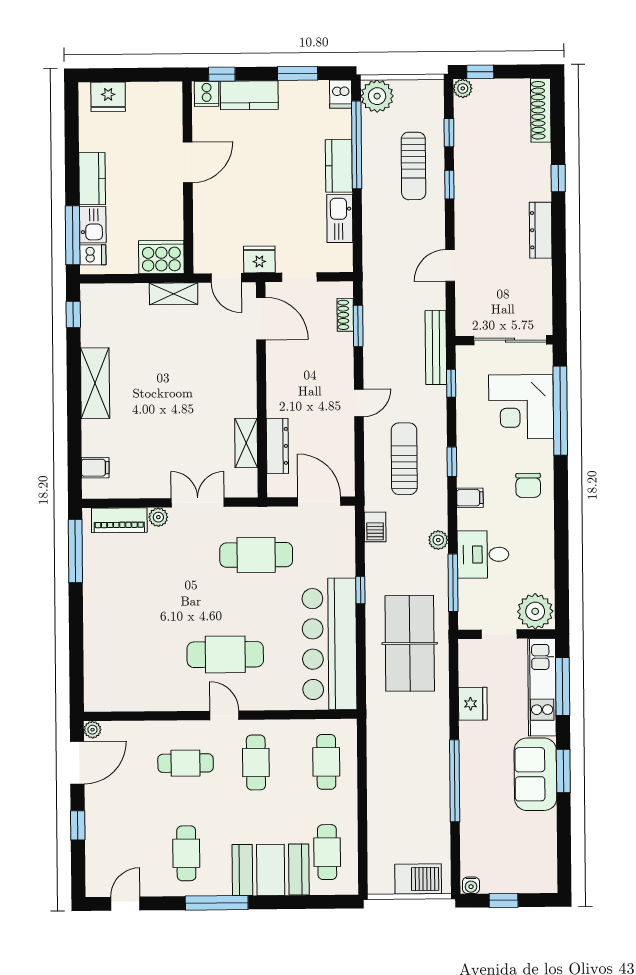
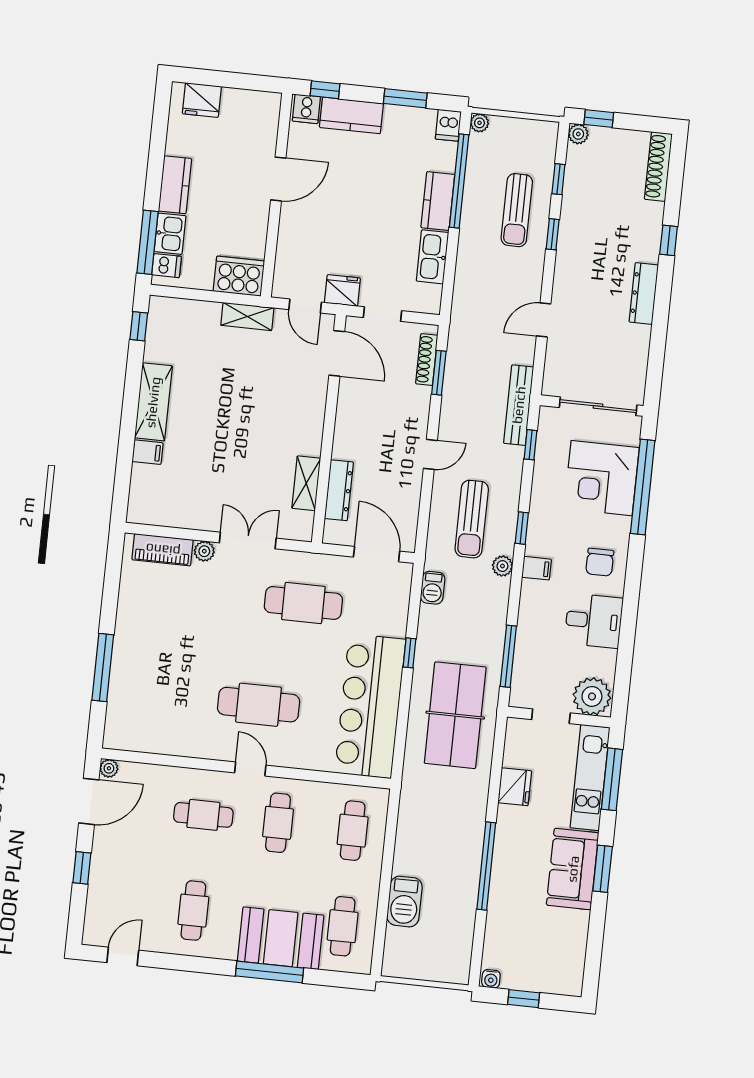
plant: (377, 96) -> (479, 123), width x0.53, depth x0.53
shoe rack: (345, 315) -> (427, 360), width x1.43
sun lounger: (404, 459) -> (472, 519), turned 180
filing cabinet: (95, 468) -> (148, 452), moved
plant: (438, 540) -> (502, 566), moved
window: (75, 551) -> (103, 668), moved
desk: (483, 554) -> (594, 621), moved, turned 180
barbecue: (418, 879) -> (405, 902), moved, turned 90
window: (217, 903) -> (270, 972), moved

